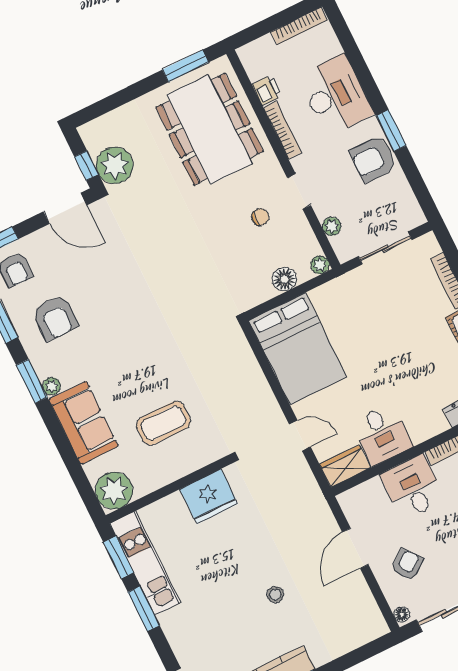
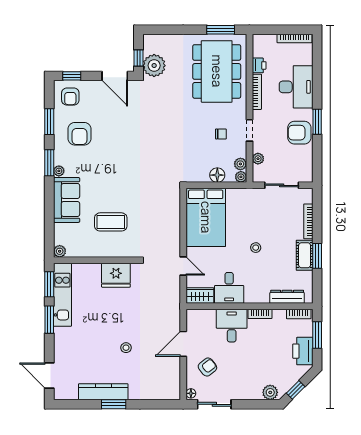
plant: (310, 247) -> (240, 164), added
stool: (392, 357) -> (256, 248), added
plant: (114, 491) -> (60, 251), width x0.53, depth x0.53

